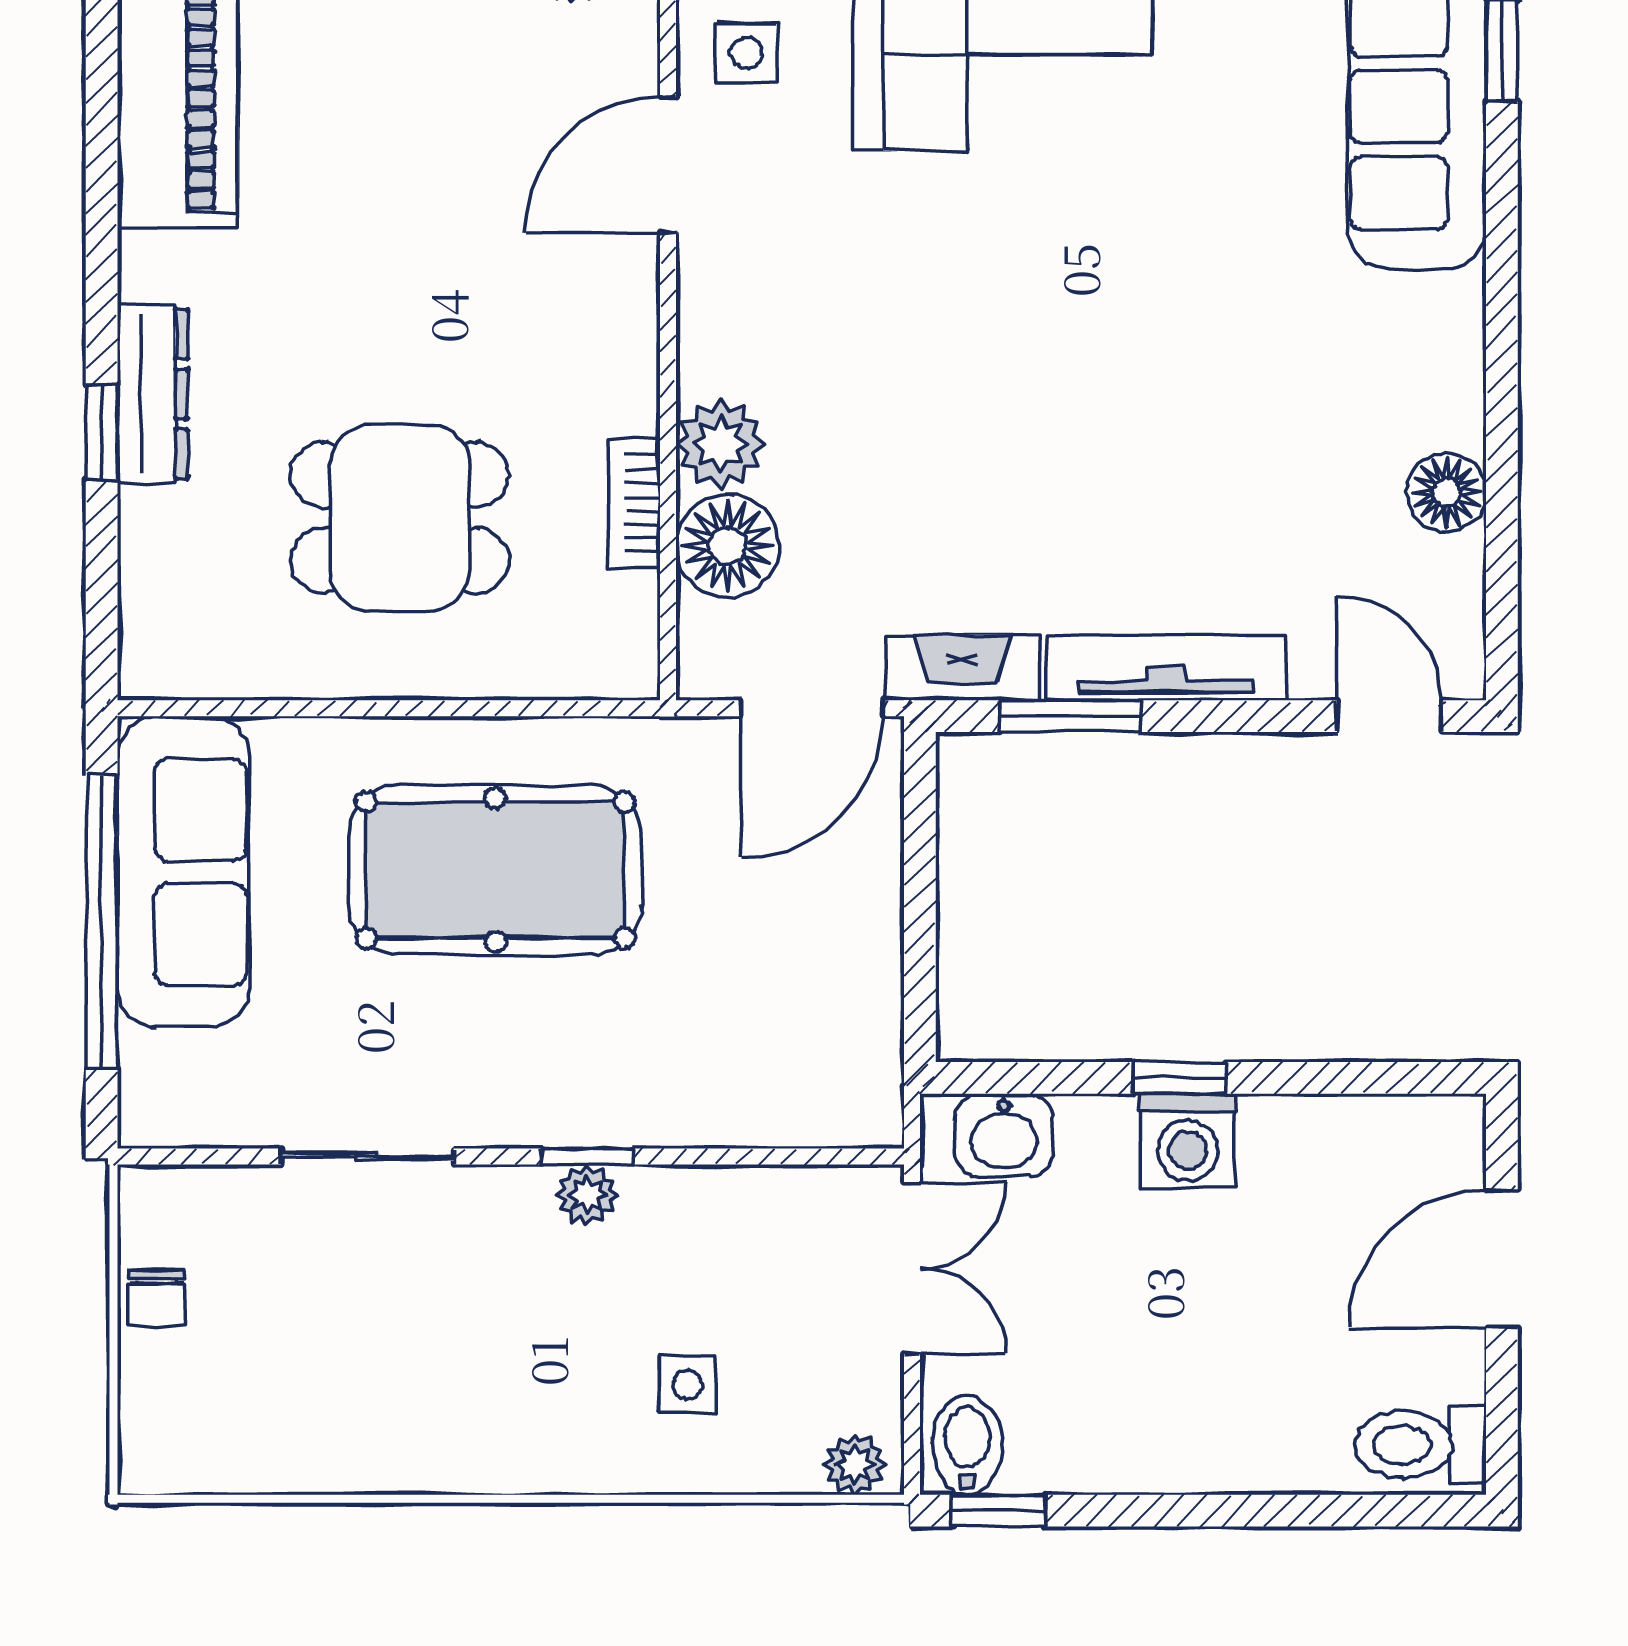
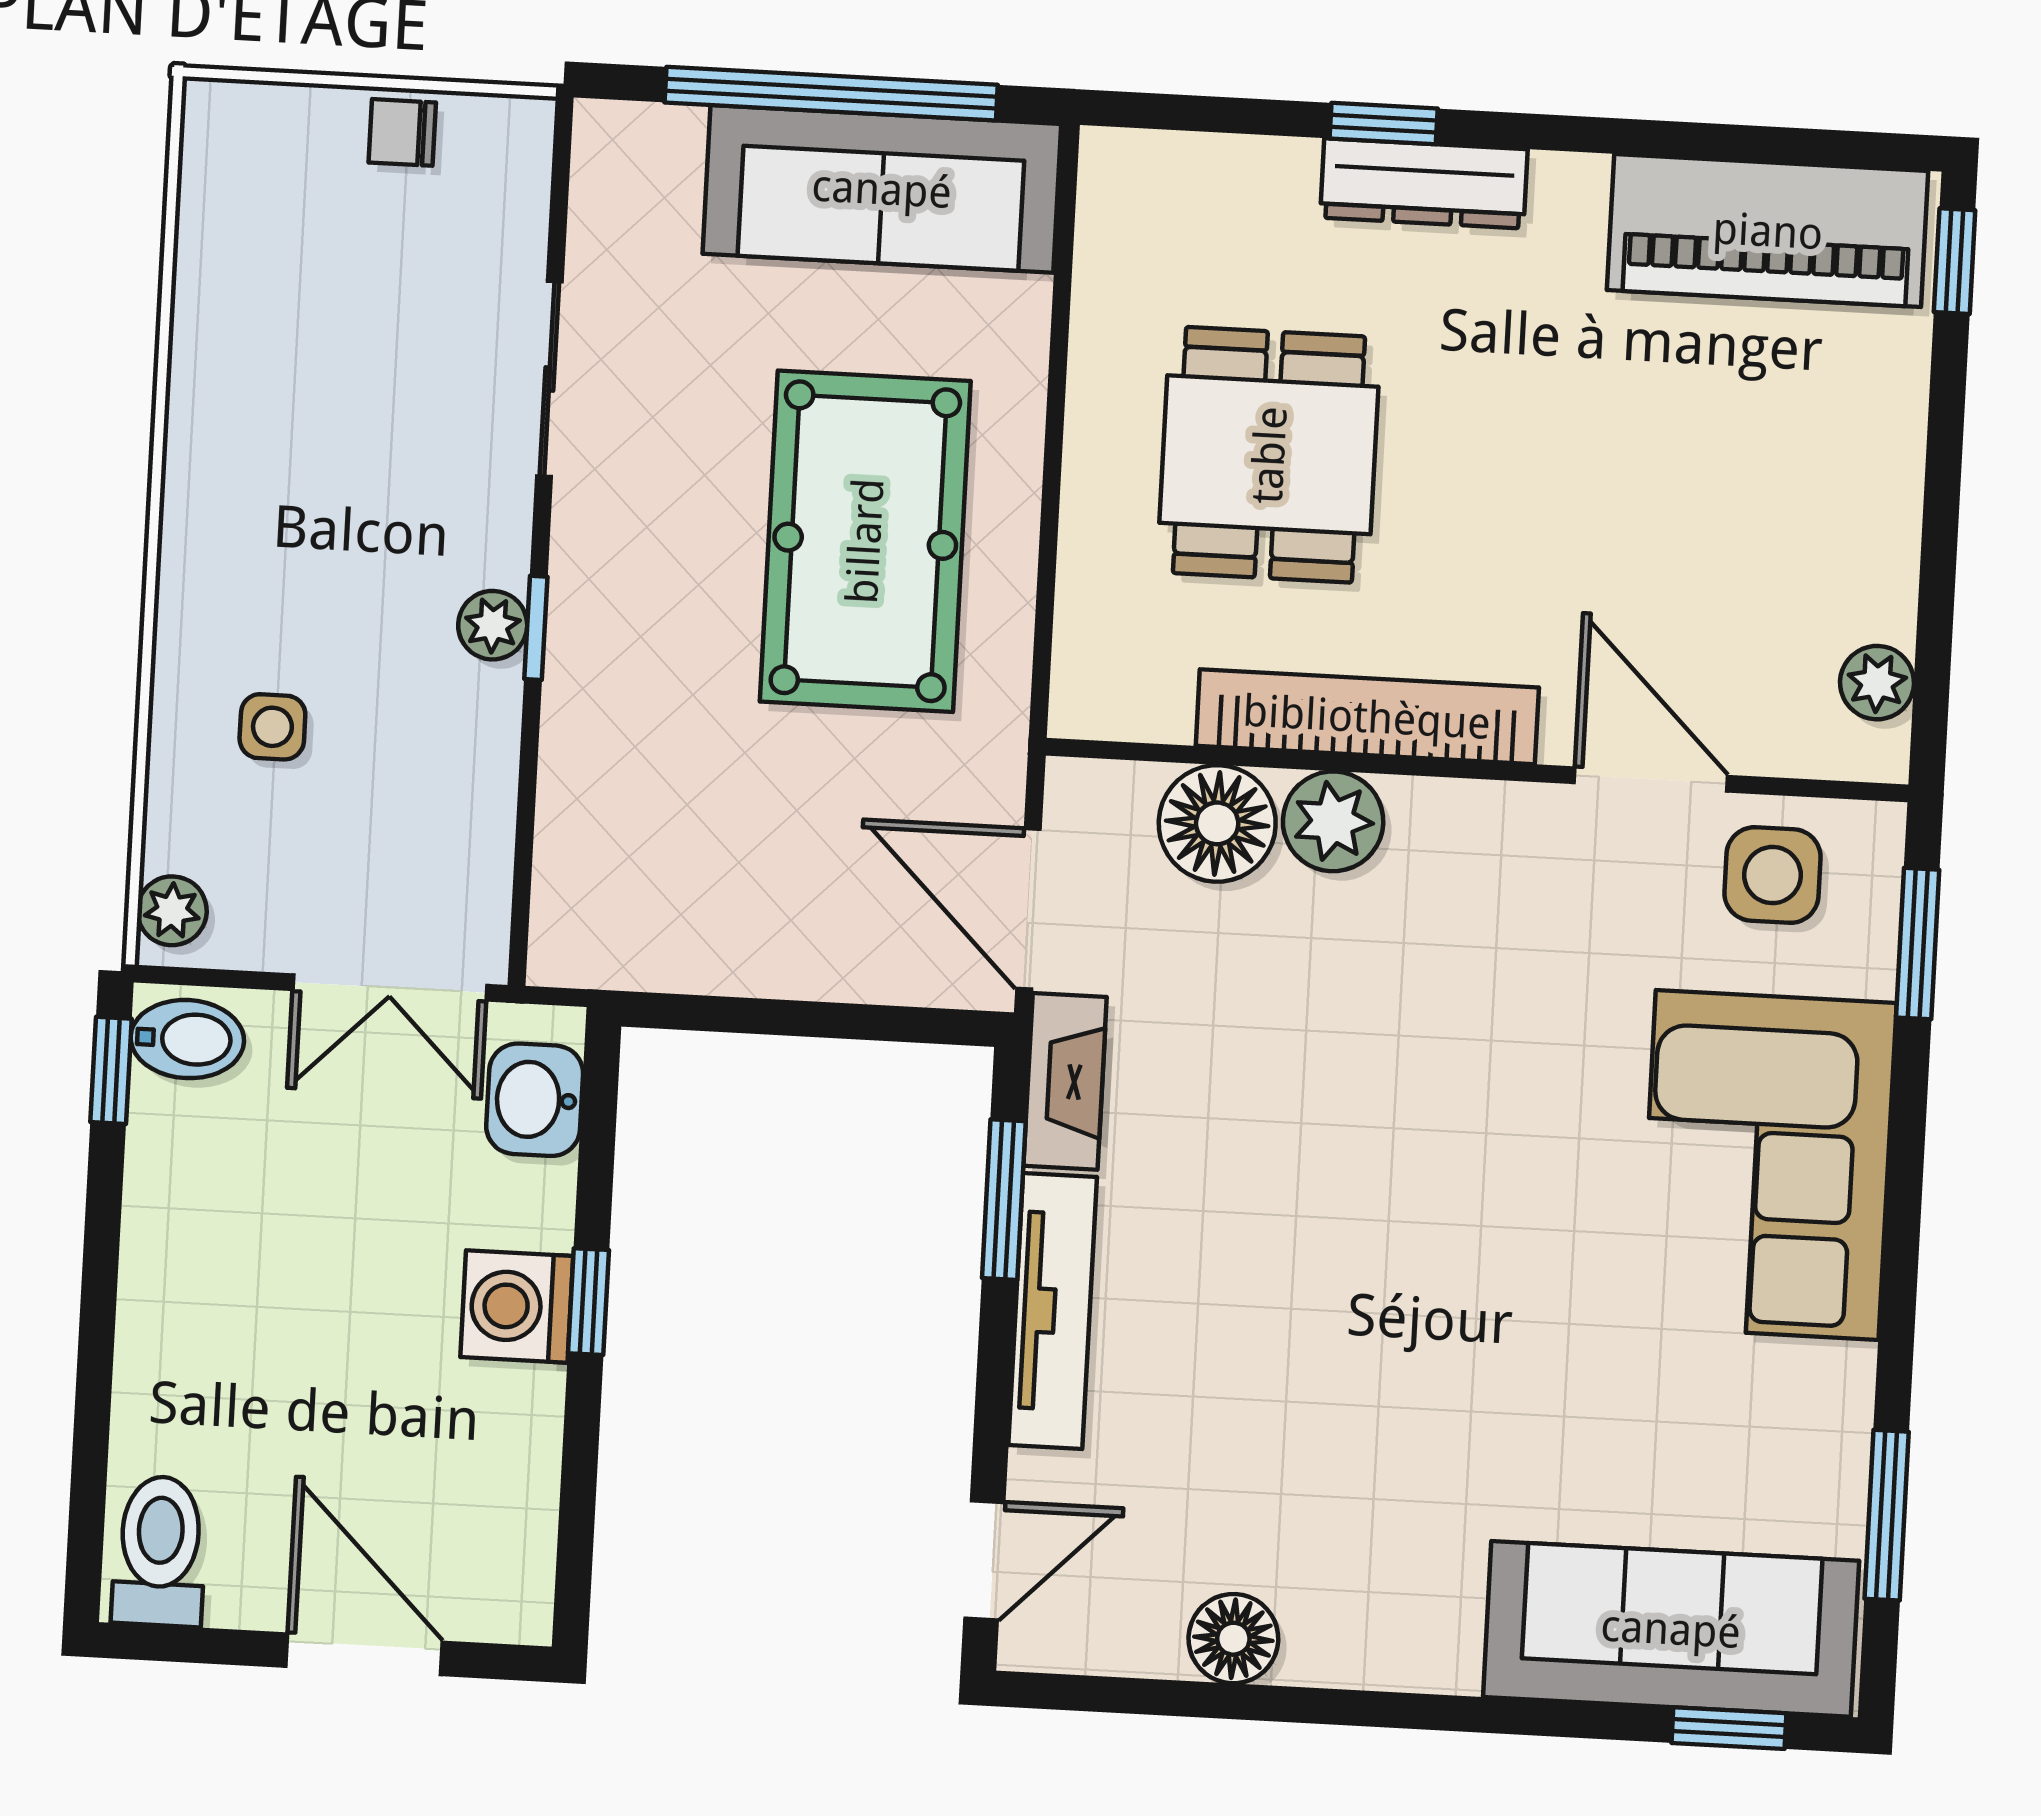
side table: (747, 53) -> (1773, 875), width x1.37, depth x1.37
bookcase: (634, 503) -> (1367, 717), width x2.31, depth x1.31

